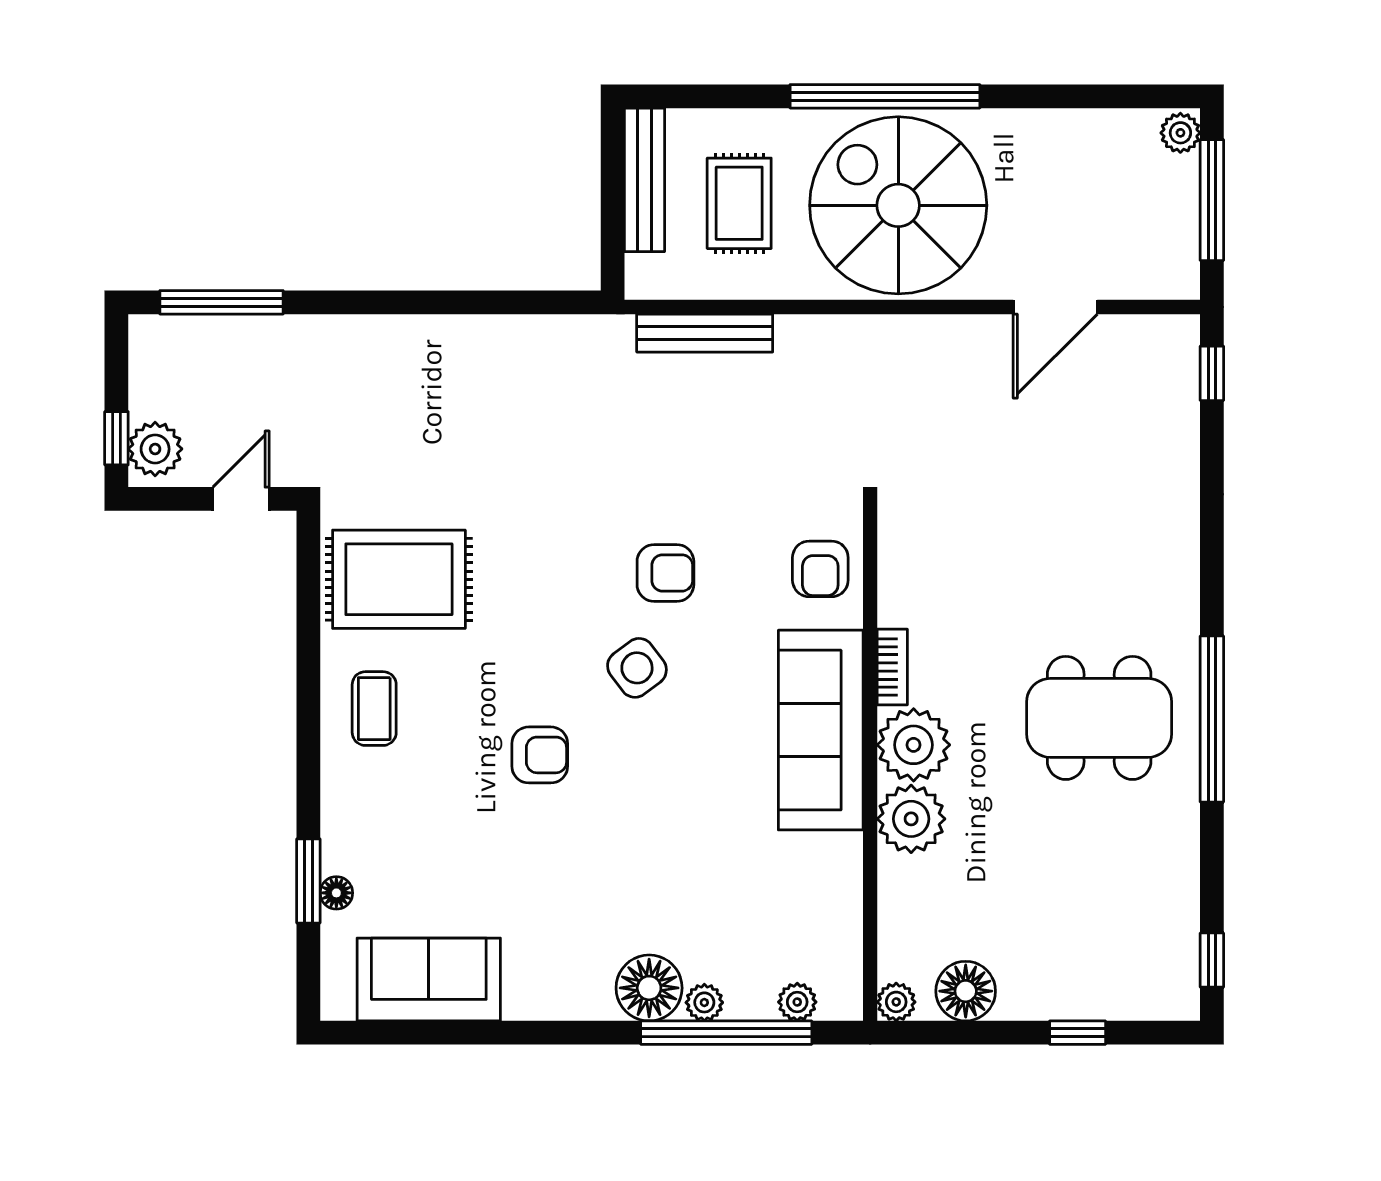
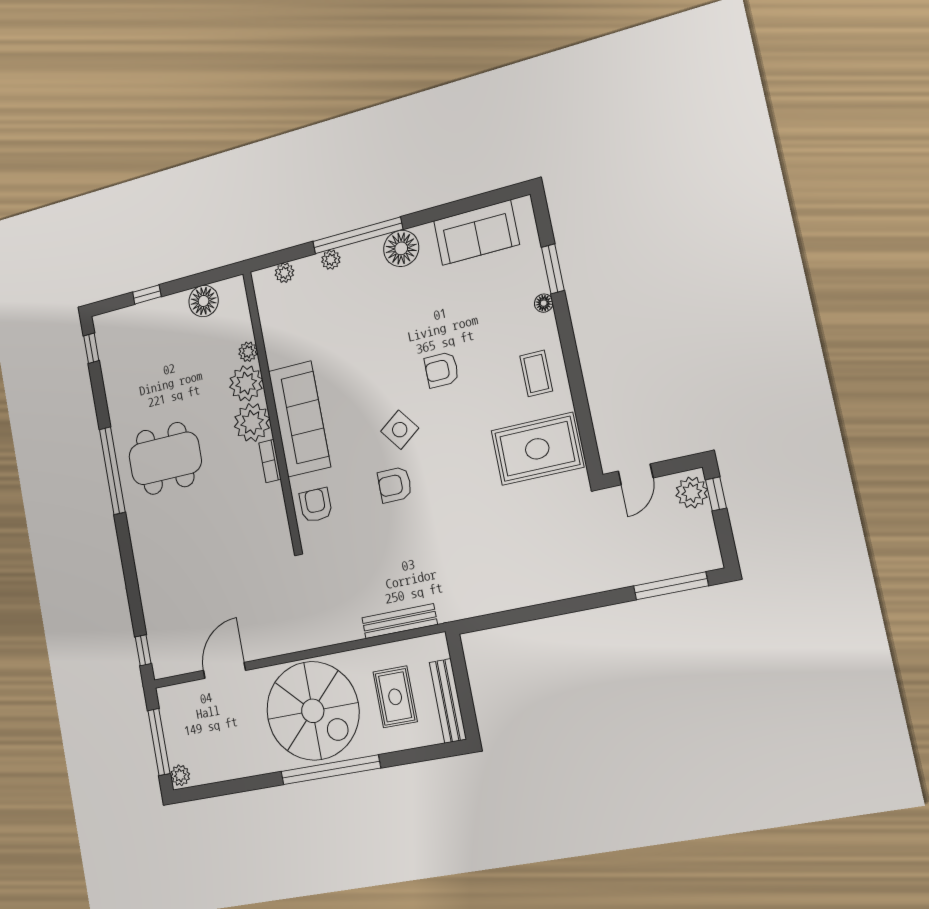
floor lamp: (336, 893) -> (544, 303), moved
floor lamp: (649, 988) -> (401, 248), moved
plant: (896, 1002) -> (248, 352), moved
window: (726, 1033) -> (358, 235), moved

